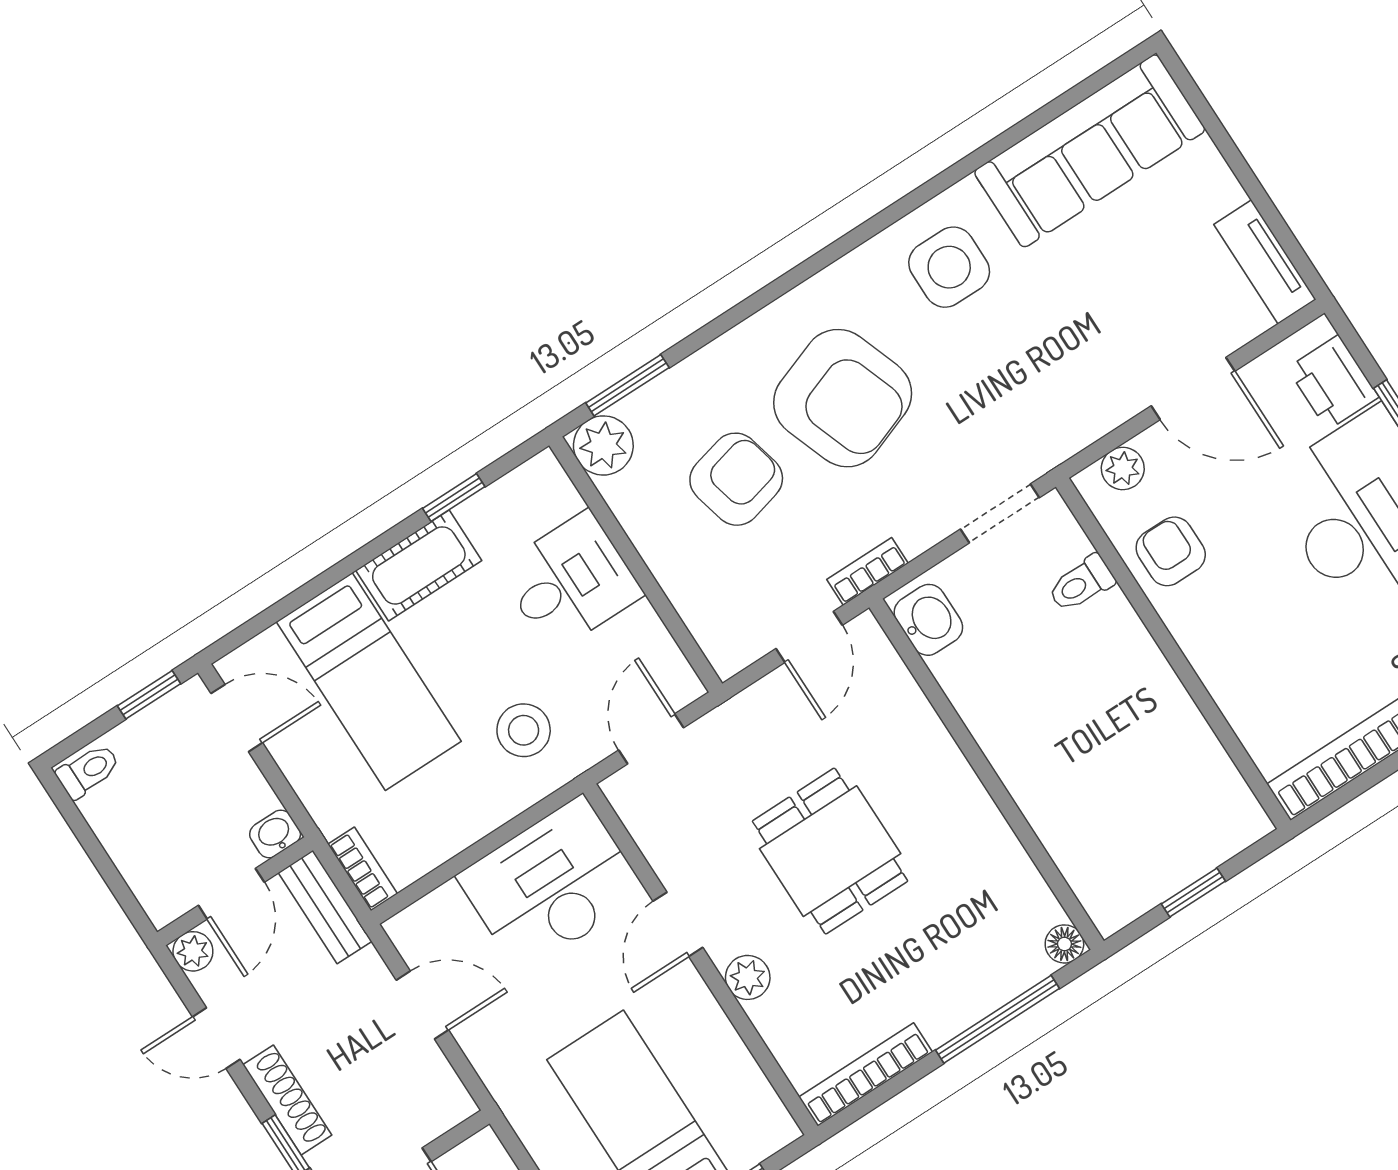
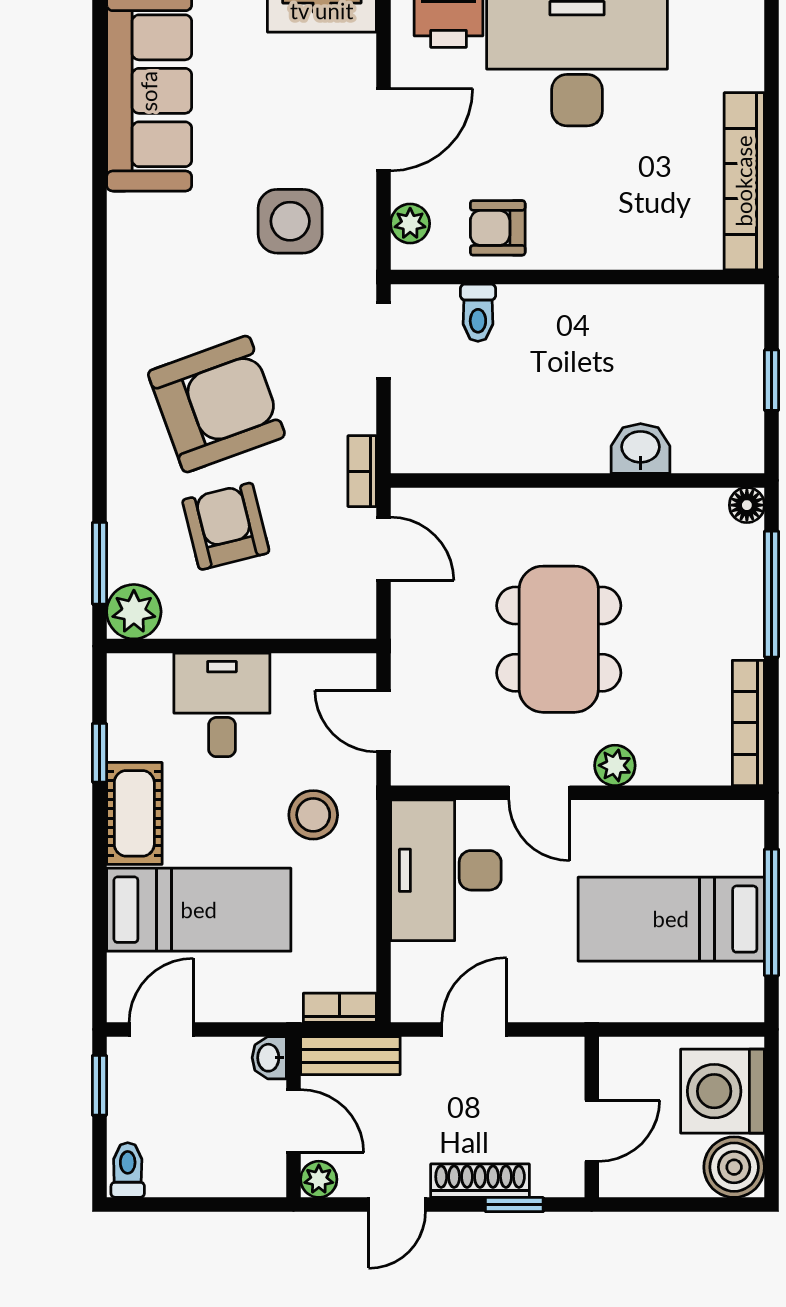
side table: (949, 267) -> (290, 221), moved
washbasin: (928, 620) -> (641, 448), moved
dining table: (830, 851) -> (559, 639), width x1.38

